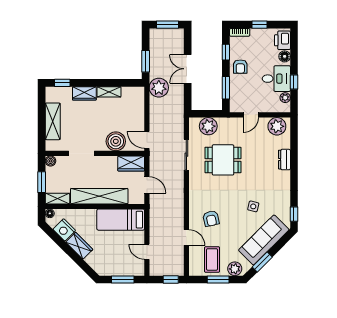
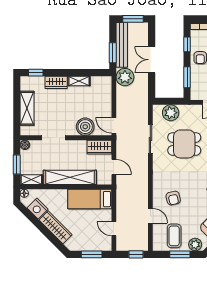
bench: (155, 53) -> (122, 45), added
wardrobe: (79, 246) -> (55, 227), width x1.50

